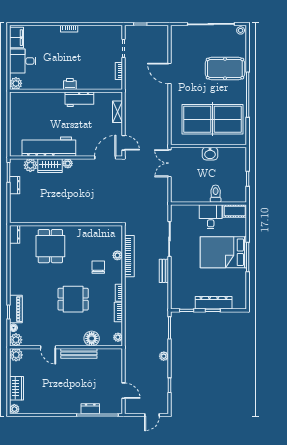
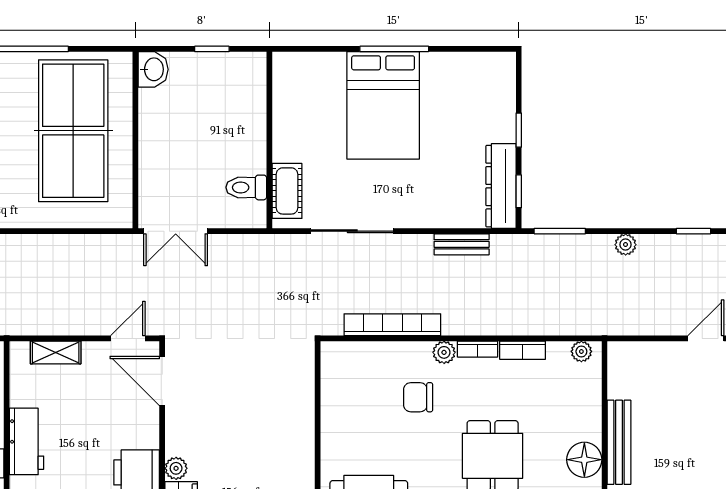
washbasin: (210, 154) -> (153, 69), moved
toilet: (216, 194) -> (246, 187), moved
cot: (235, 211) -> (287, 191), moved
desk: (211, 217) -> (300, 135), removed
plant: (117, 255) -> (444, 352), moved
bench: (164, 271) -> (462, 244), moved
dresser: (214, 303) -> (501, 186), moved
floor lamp: (92, 338) -> (584, 460), moved

